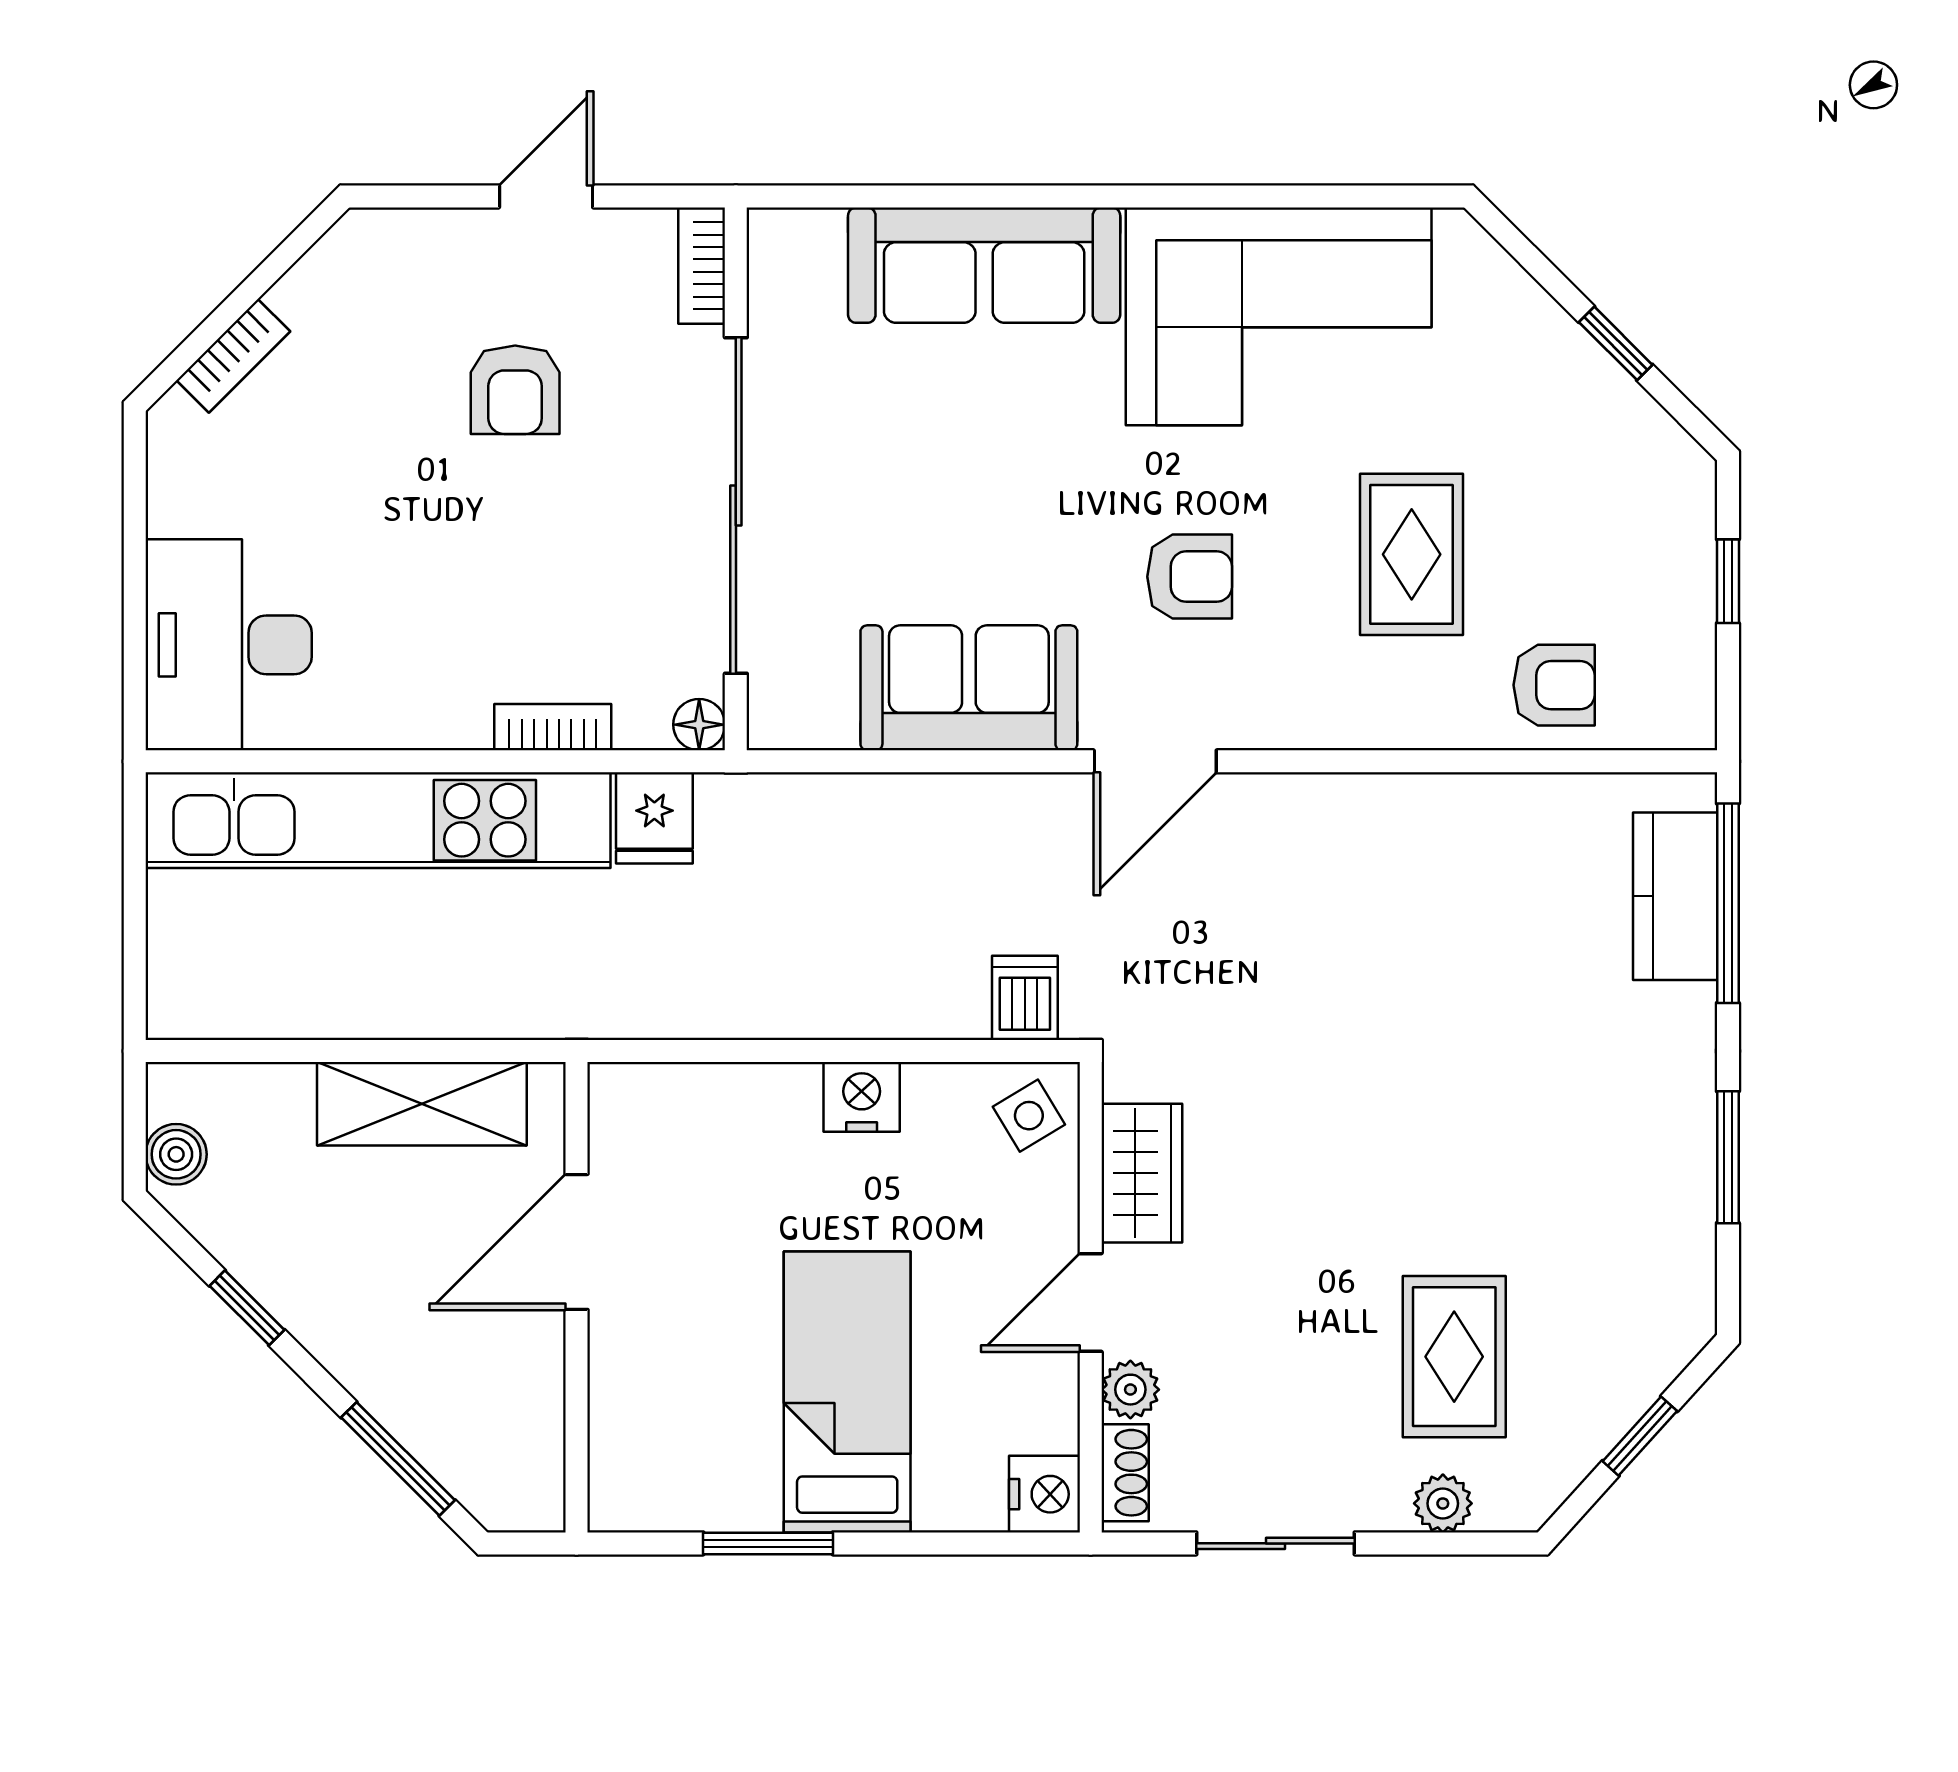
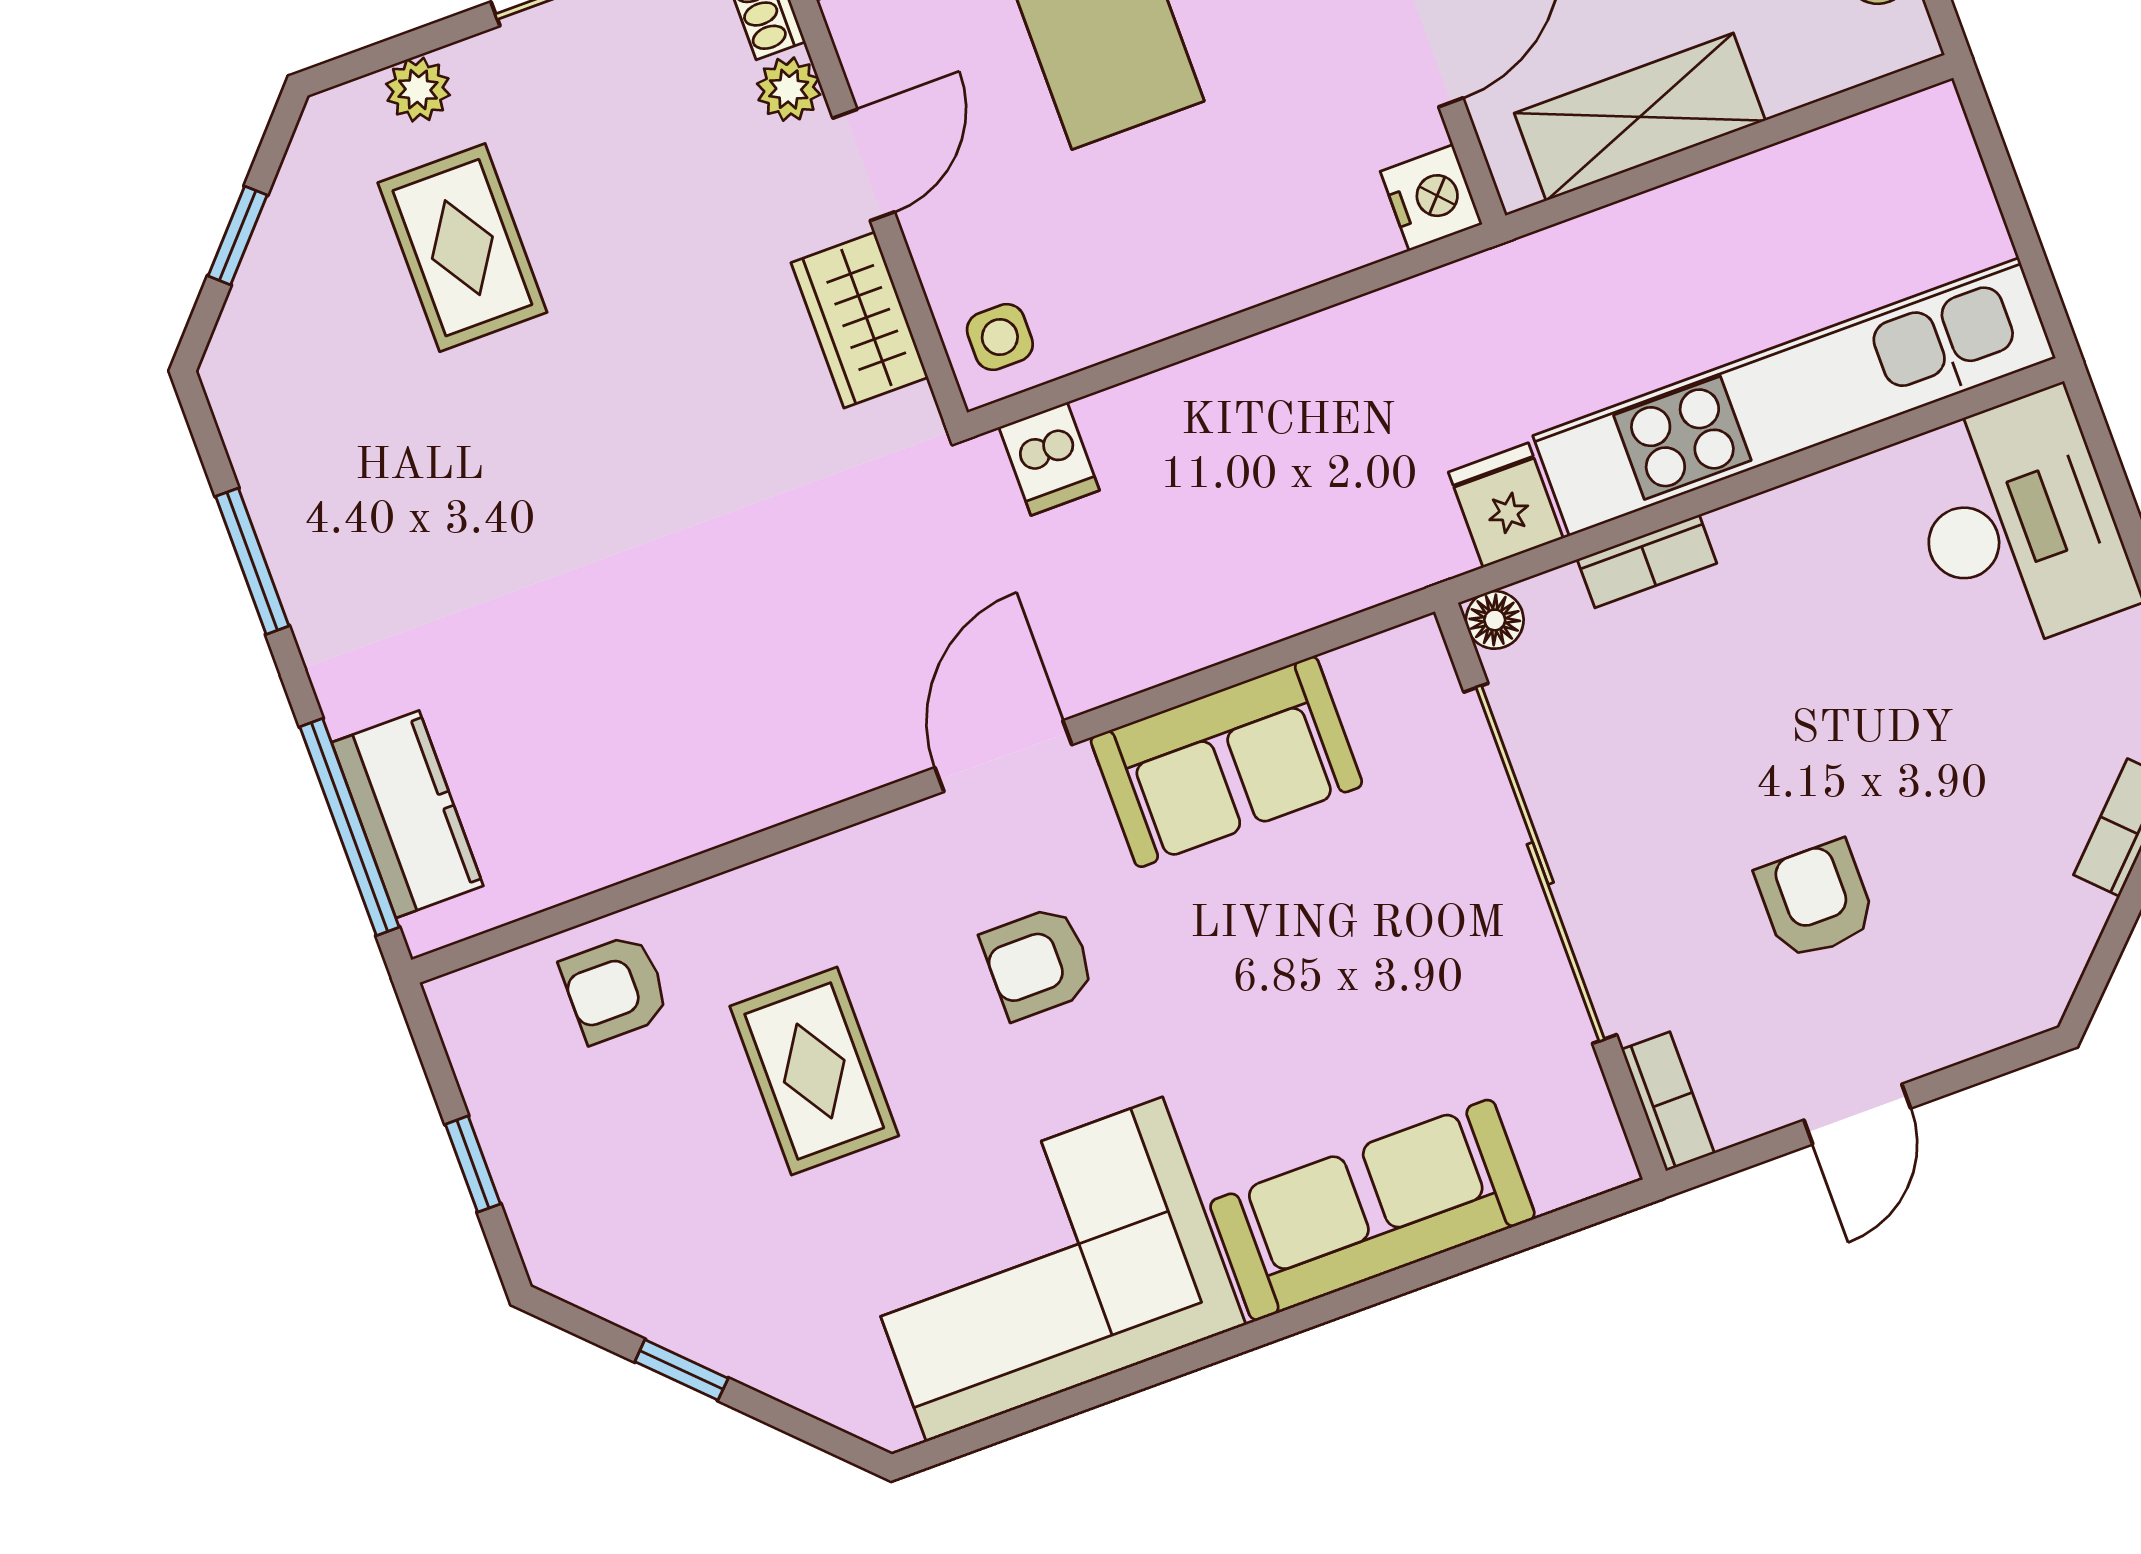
nightstand: (862, 1097) -> (1431, 198), moved, turned -90
side table: (1029, 1116) -> (1000, 337), turned 31

